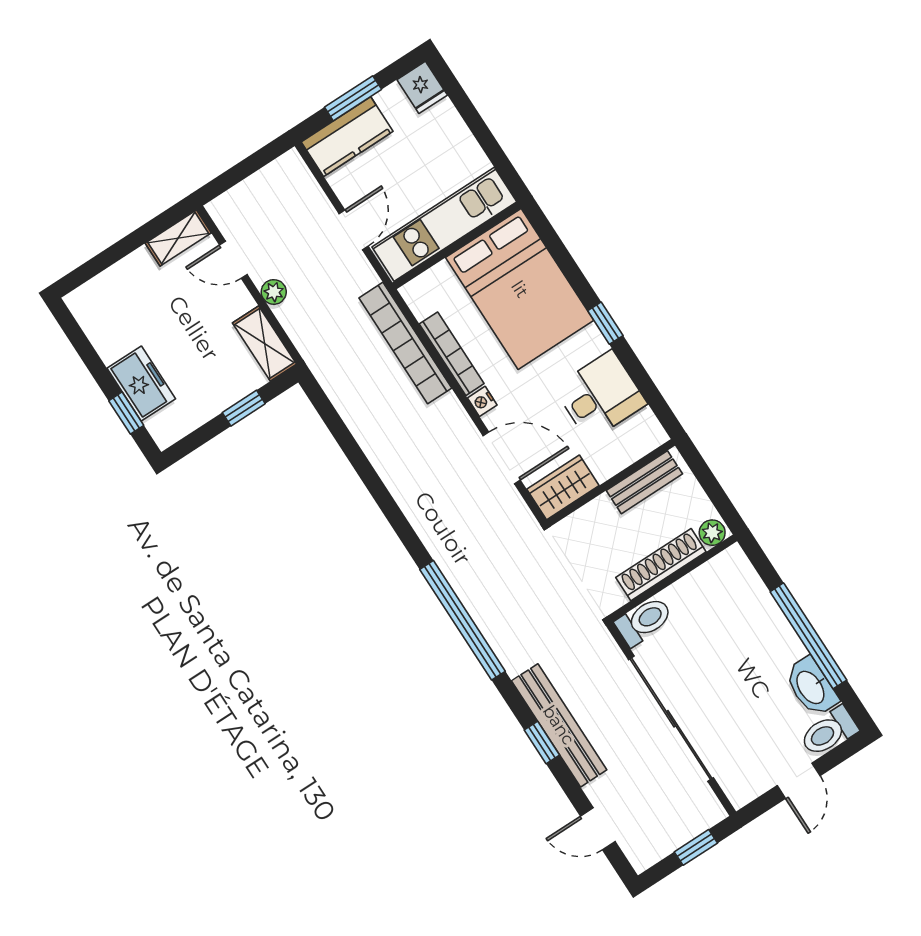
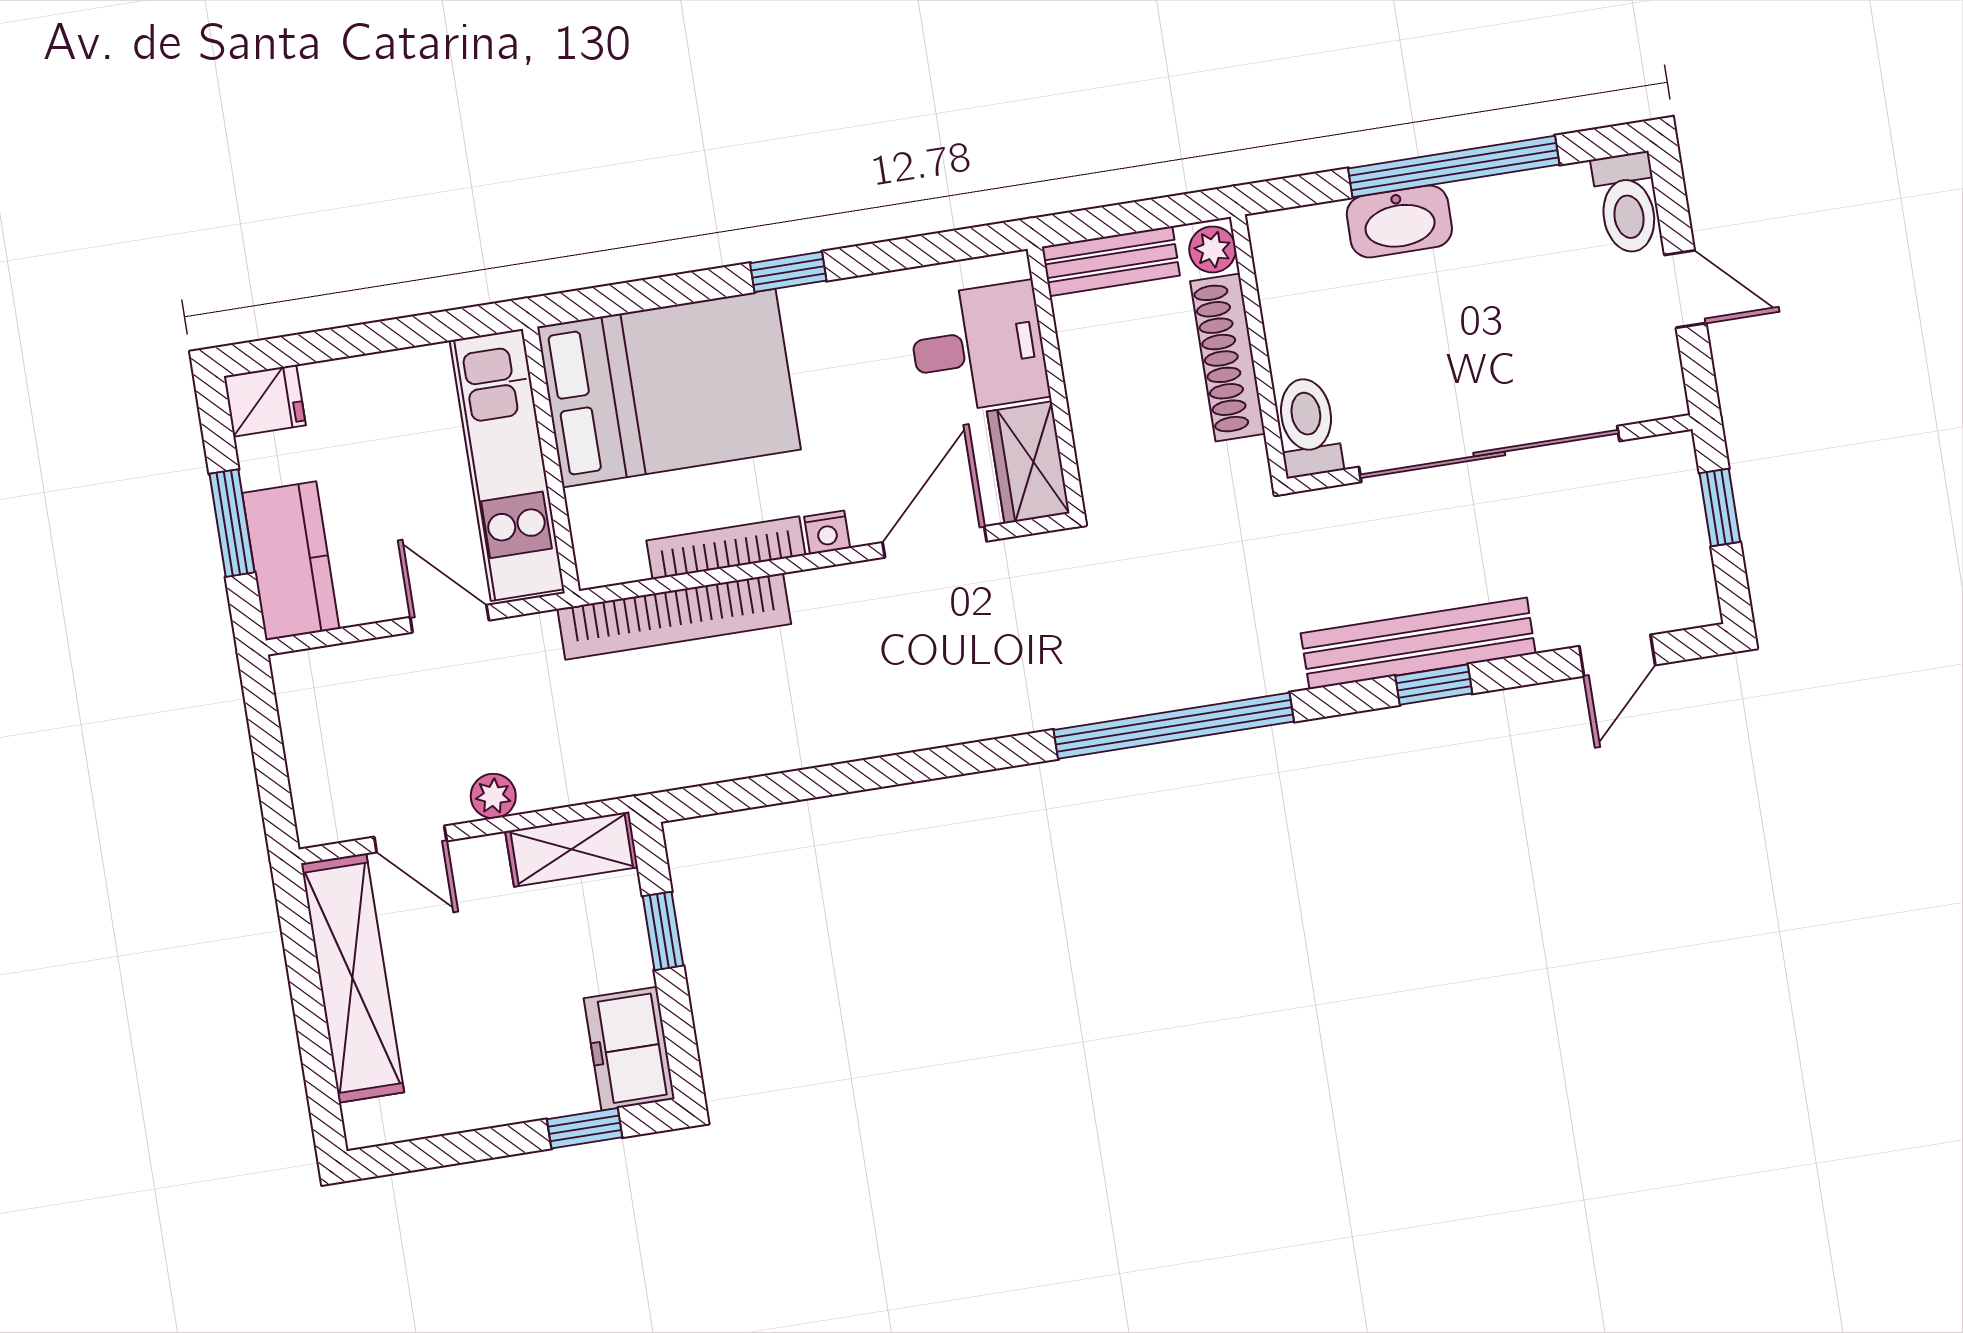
shelving: (178, 238) -> (352, 978), width x2.20, depth x1.33
door: (233, 260) -> (410, 839), hinge flipped
freezer: (141, 384) -> (629, 1049), moved, turned -90
desk: (600, 396) -> (978, 348), moved, turned 90
bench: (644, 482) -> (1111, 261), moved, turned 90
washbasin: (811, 687) -> (1399, 221), moved

